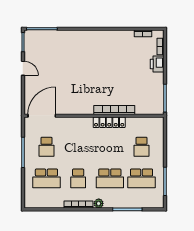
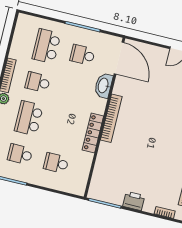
printer: (157, 64) -> (134, 201), moved
bookcase: (114, 110) -> (111, 118), moved
washbasin: (68, 123) -> (104, 86), added
school desk: (142, 178) -> (20, 154), width x0.54

